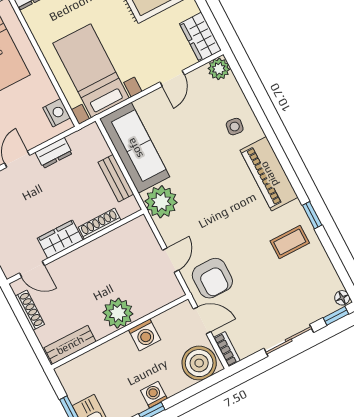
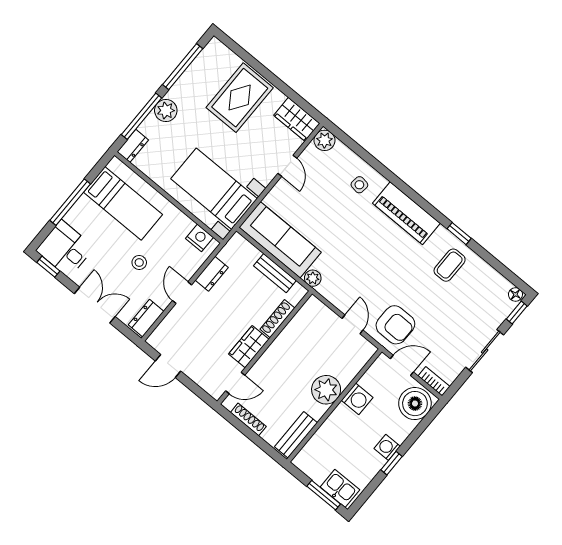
plant: (161, 202) -> (313, 278), width x0.53, depth x0.53

